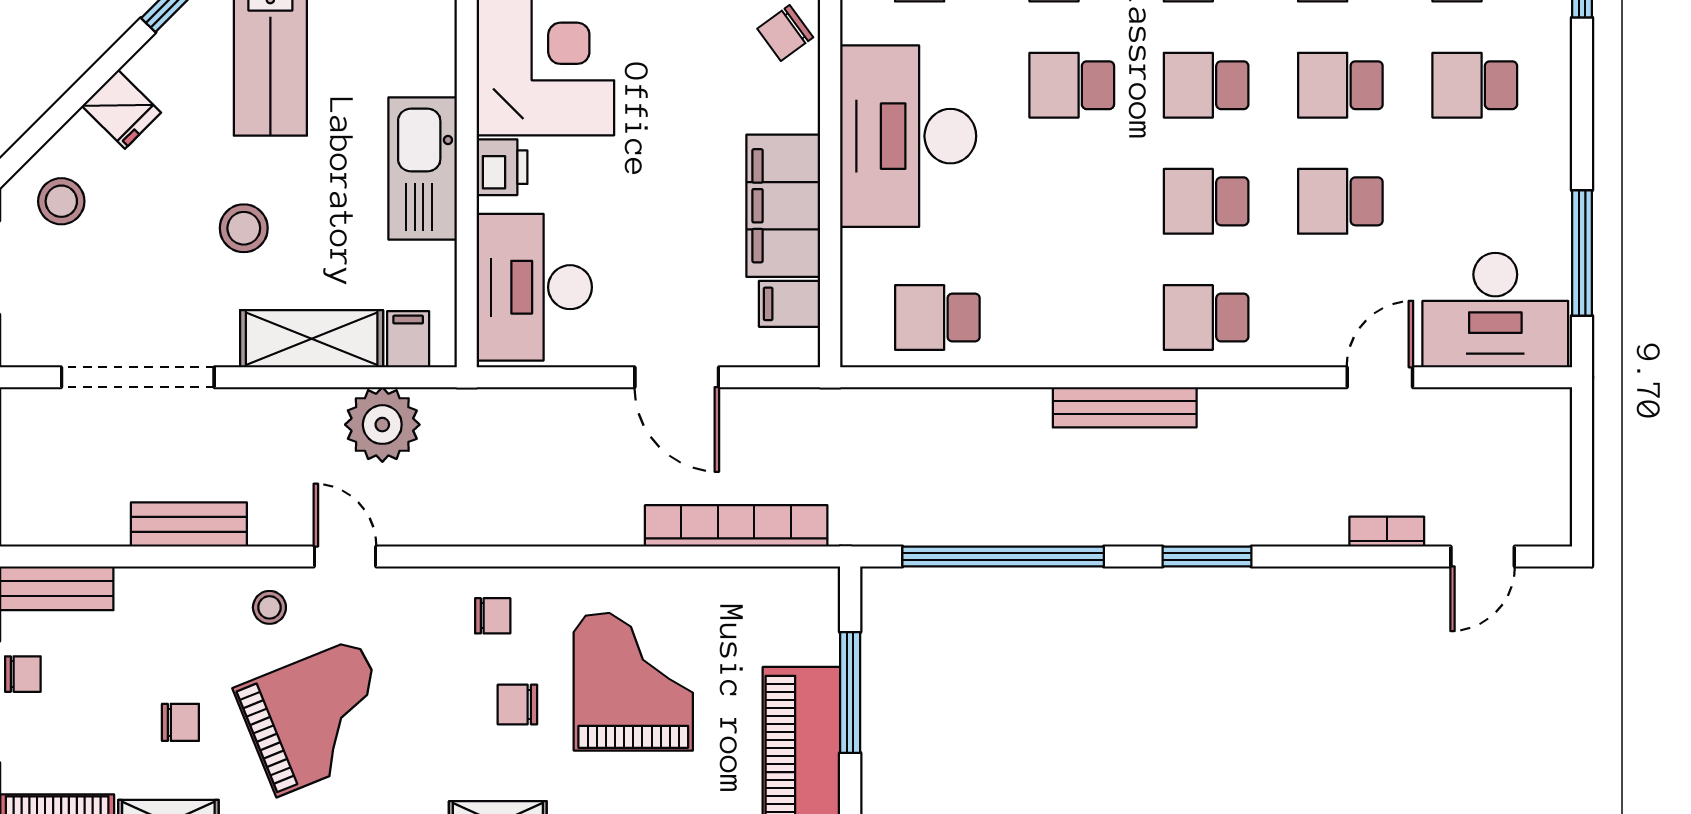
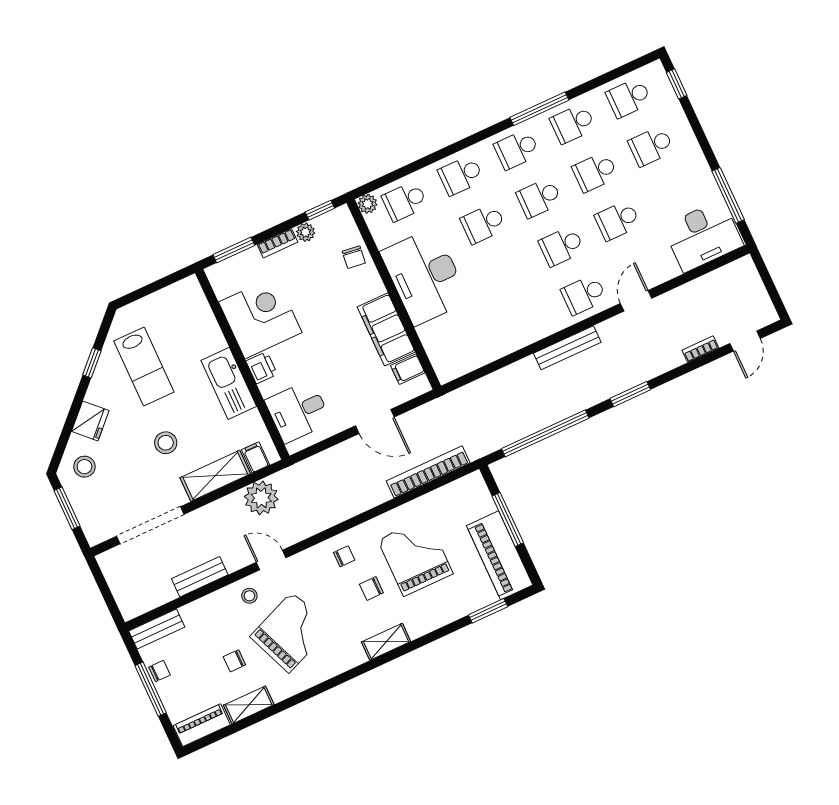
chair: (785, 33) -> (354, 257), turned -47
fridge: (121, 109) -> (90, 421), width x1.38
desk: (534, 287) -> (298, 411), width x0.73
school desk: (937, 317) -> (472, 346), removed
door: (1380, 377) -> (636, 301), moved
chair: (180, 722) -> (234, 661), turned 180

